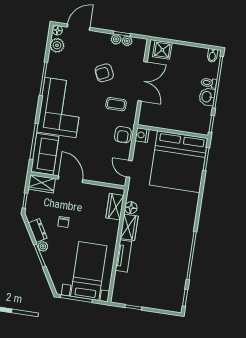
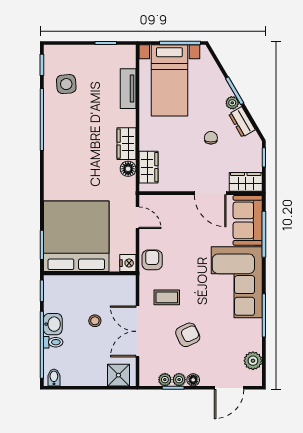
floor lamp: (57, 30) -> (193, 380), moved
stool: (174, 94) -> (95, 321), added
tv unit: (124, 256) -> (128, 89), moved
side table: (169, 280) -> (66, 84), added

